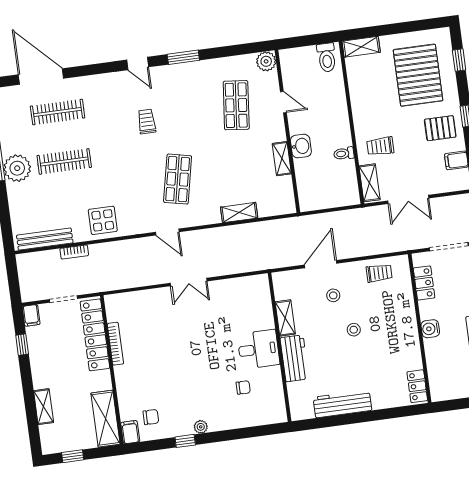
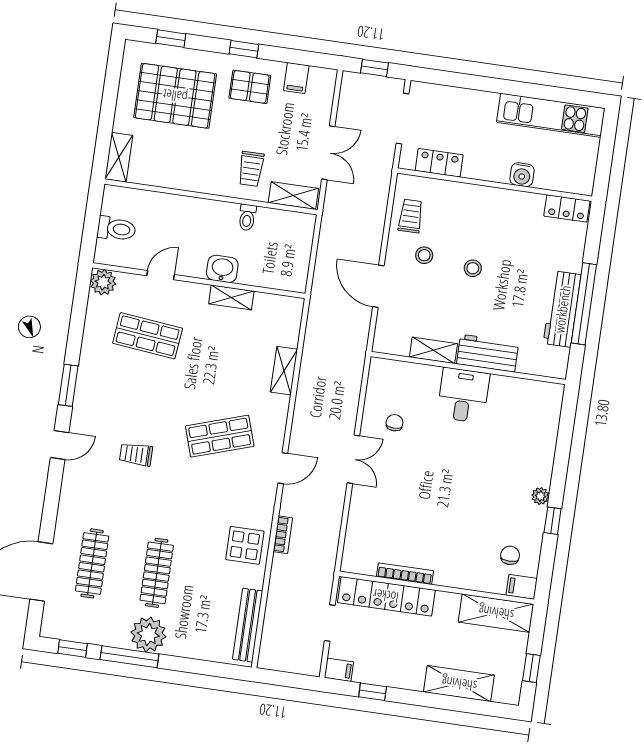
toilet: (327, 57) -> (116, 229), moved
pallet: (440, 128) -> (250, 87), turned 90
shop shelf: (178, 179) -> (220, 436), turned -30
bookcase: (74, 252) -> (283, 535), moved
stool: (333, 295) -> (424, 255), moved
water cooler: (430, 329) -> (522, 175), moved
chair: (243, 387) -> (395, 423), moved
shelving: (44, 407) -> (459, 684), width x1.50, depth x1.33
window: (351, 419) -> (584, 304), added

